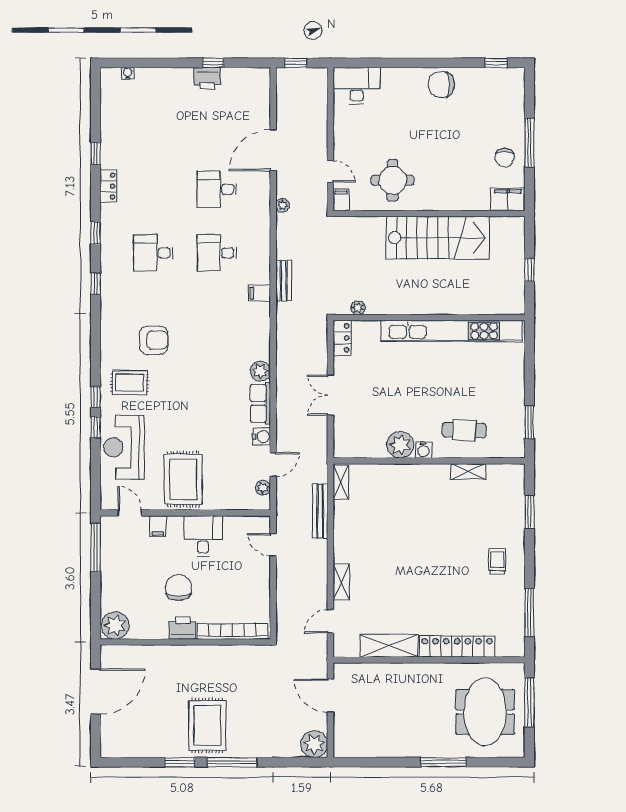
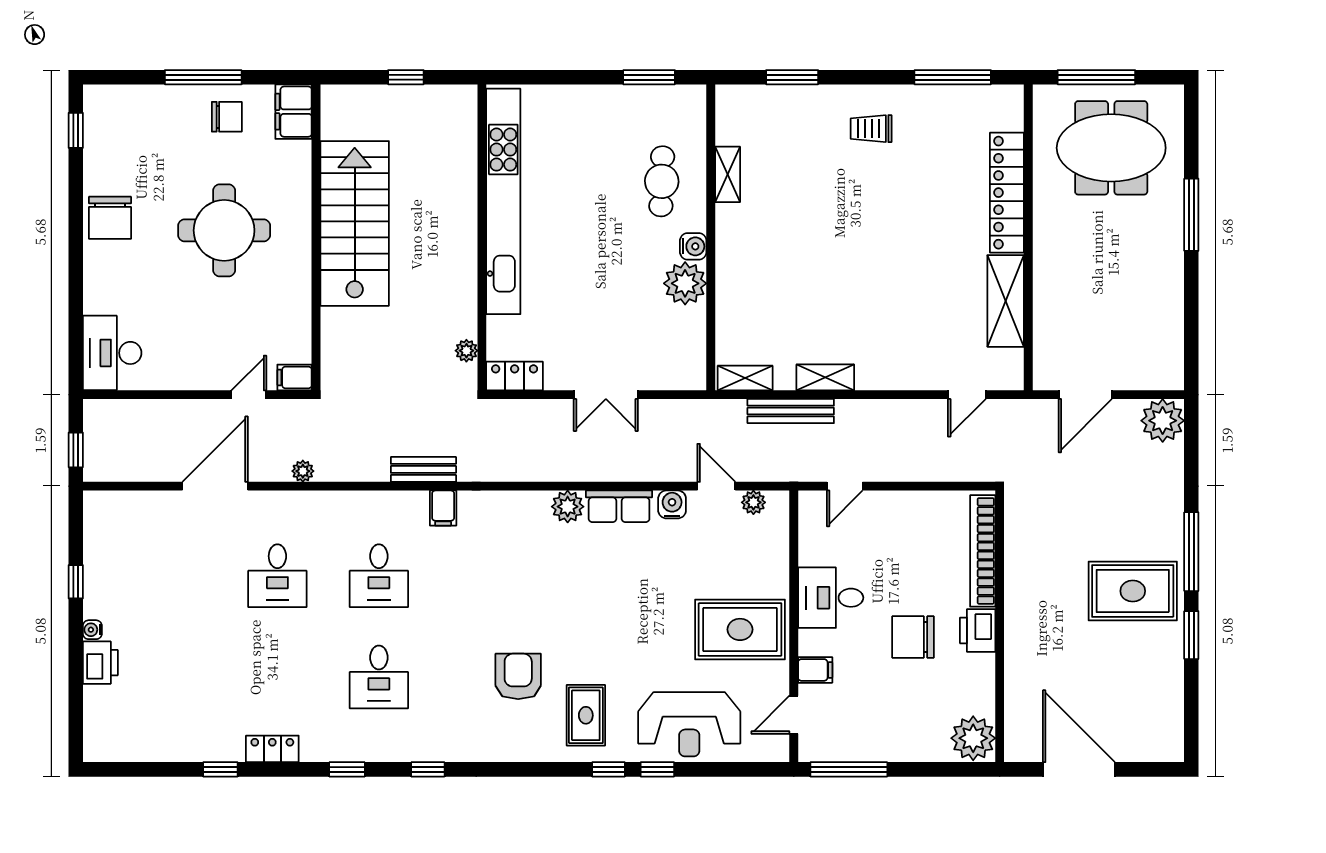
water cooler: (128, 73) -> (92, 630), moved
printer: (207, 78) -> (100, 663), moved
door: (273, 150) -> (215, 486), swing flipped
round table: (393, 180) -> (224, 230), moved, width x1.36, depth x1.36
shelving: (341, 582) -> (825, 377), moved
door: (330, 621) -> (967, 395), hinge flipped

